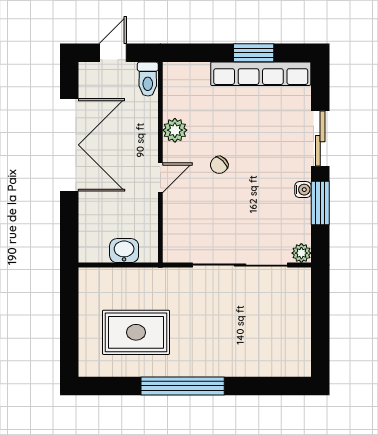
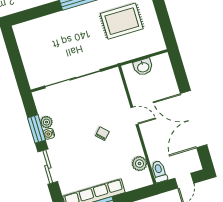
plant: (175, 130) -> (139, 164), moved
door: (160, 178) -> (134, 116), swing flipped
plant: (301, 253) -> (46, 122), moved

